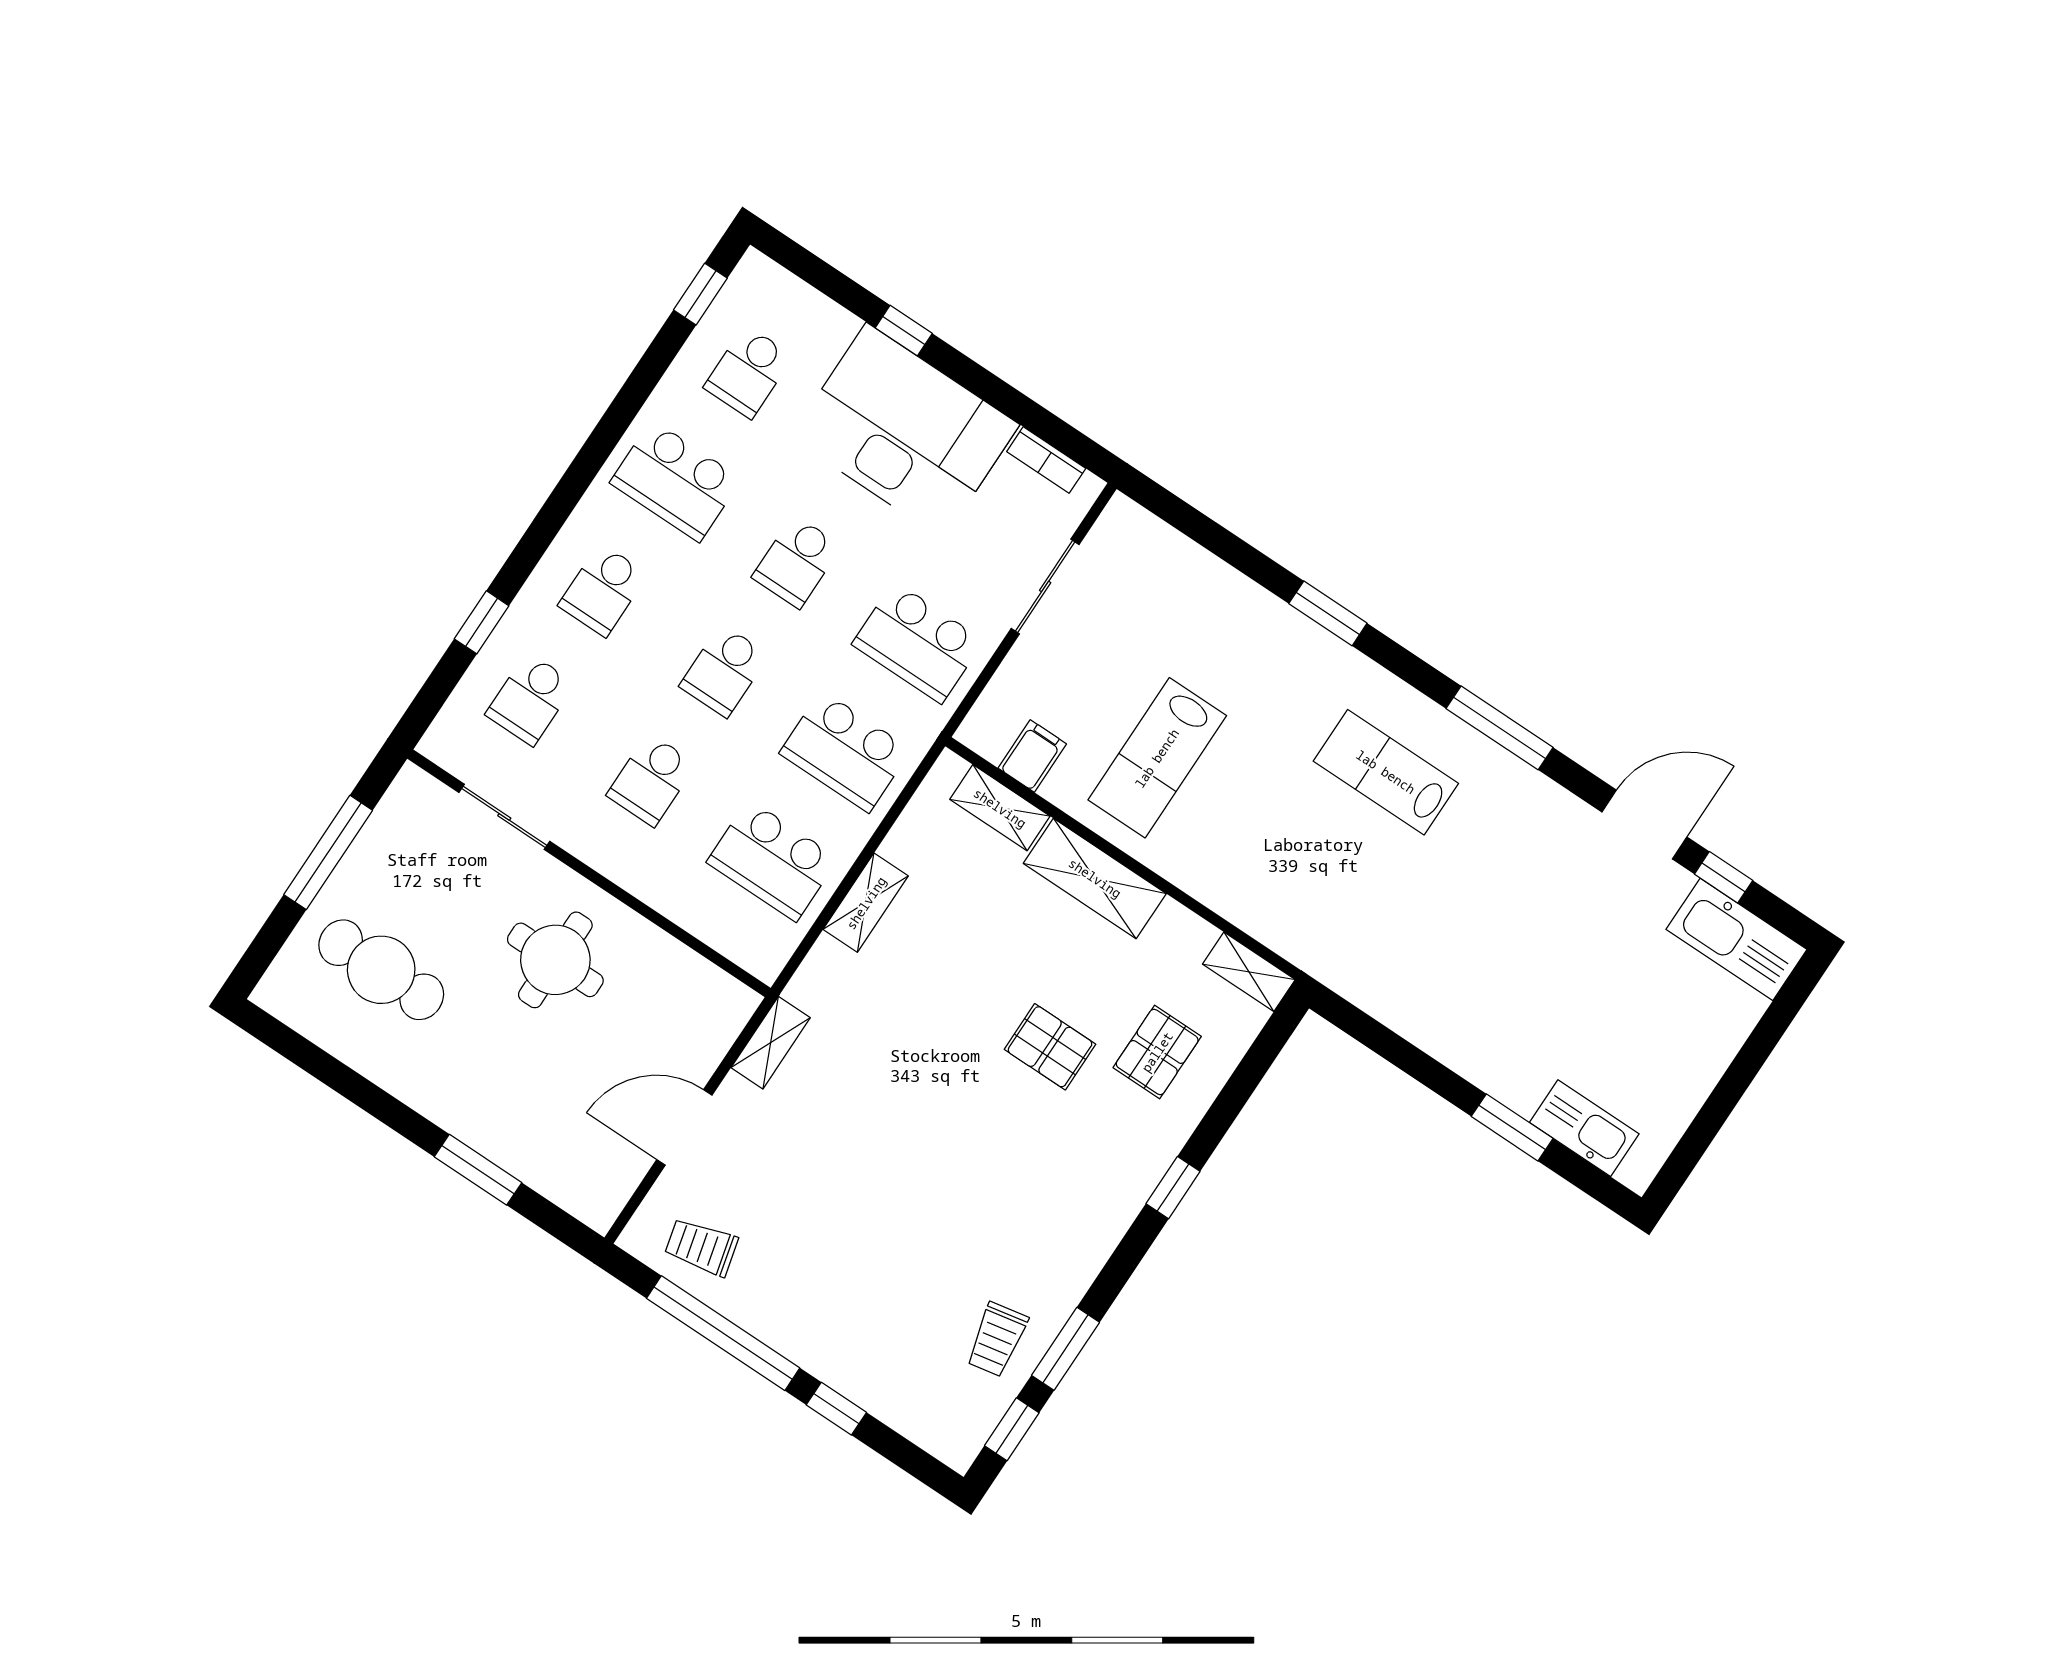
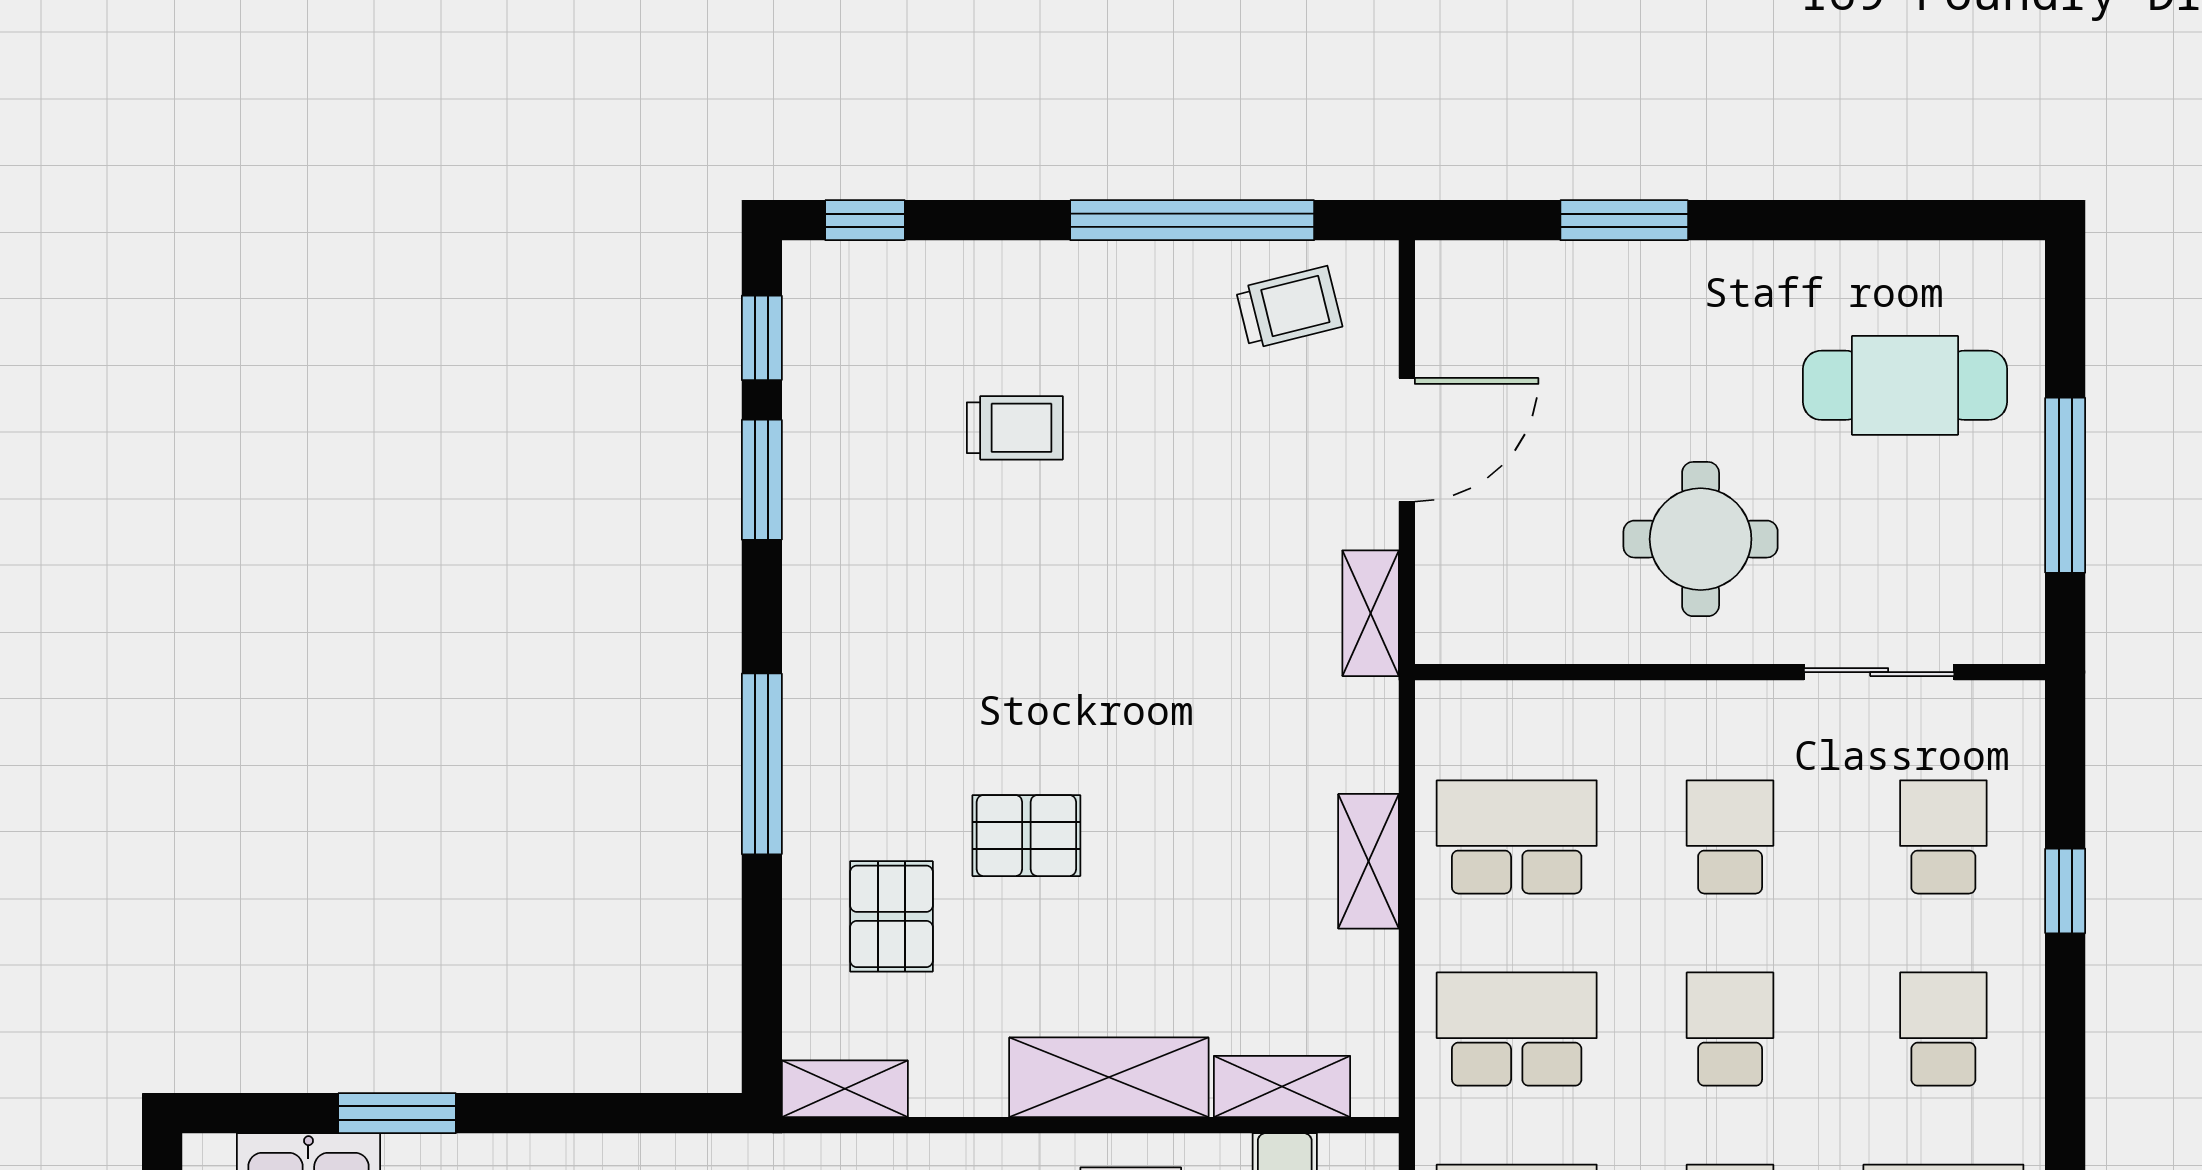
window: (1173, 1188) -> (762, 764), width x2.17
trolley: (997, 1340) -> (1015, 428), moved, turned 101
window: (836, 1409) -> (865, 220), moved

